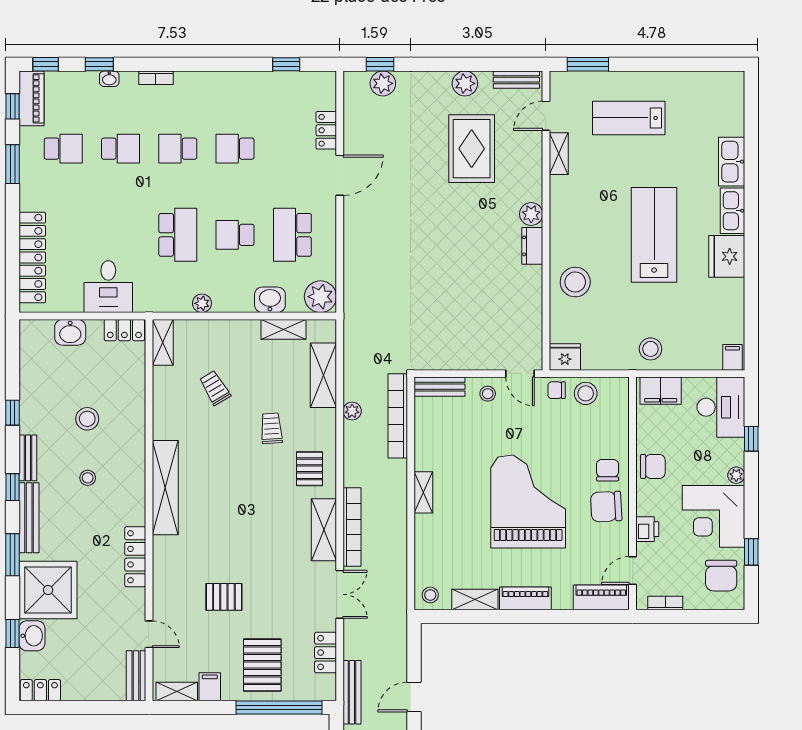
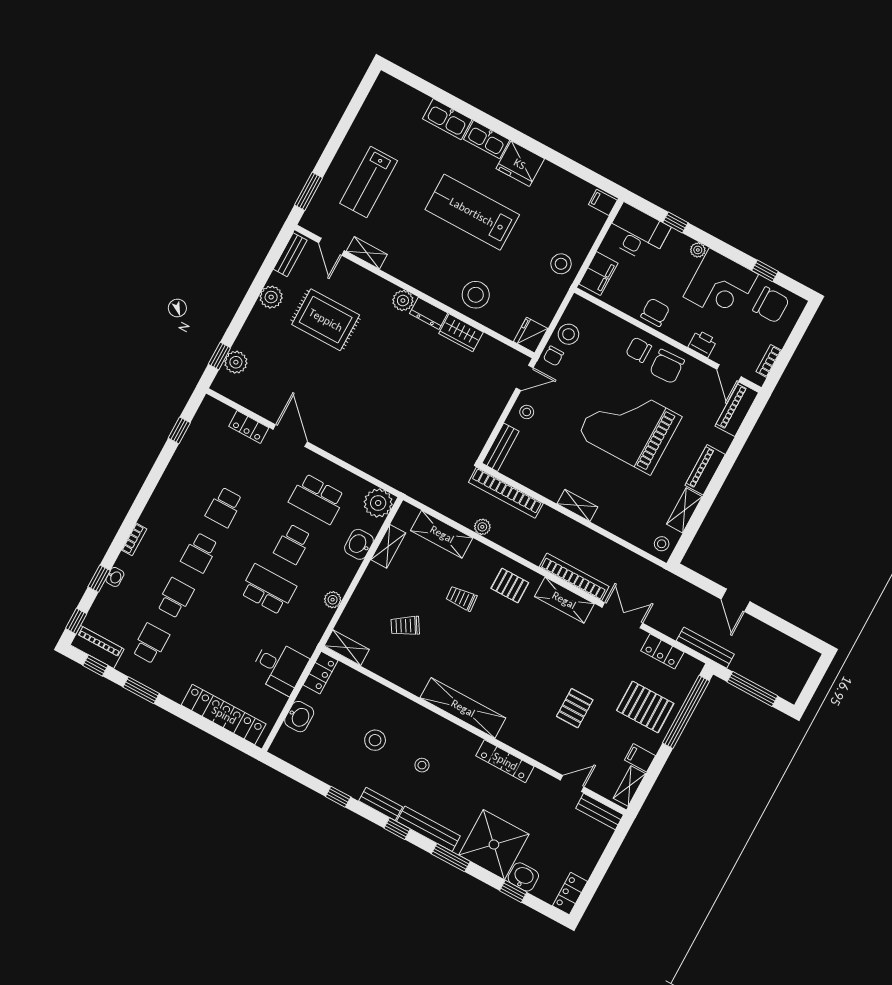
wardrobe: (530, 288) -> (461, 333), added

